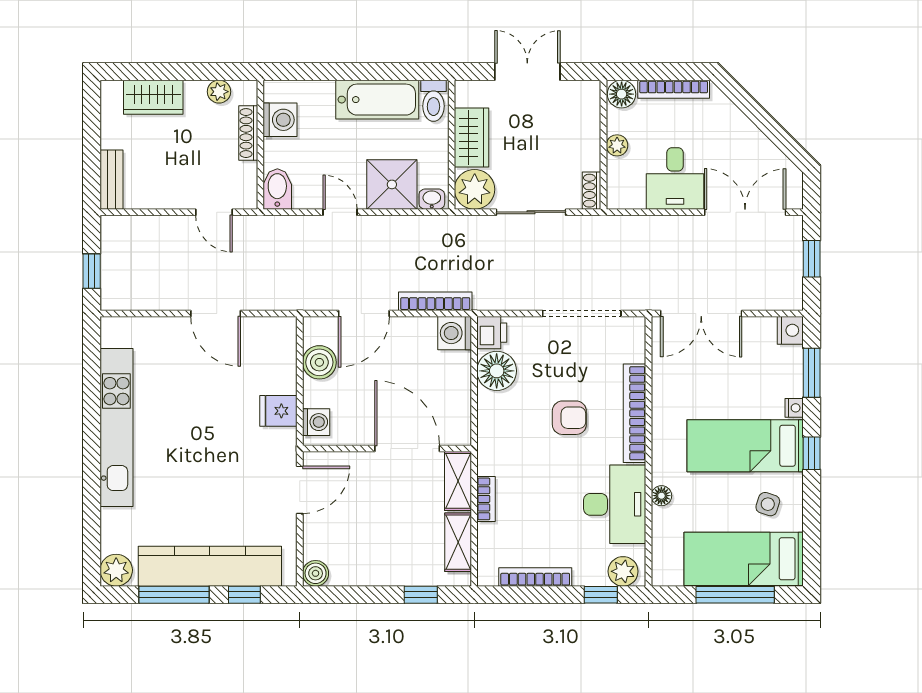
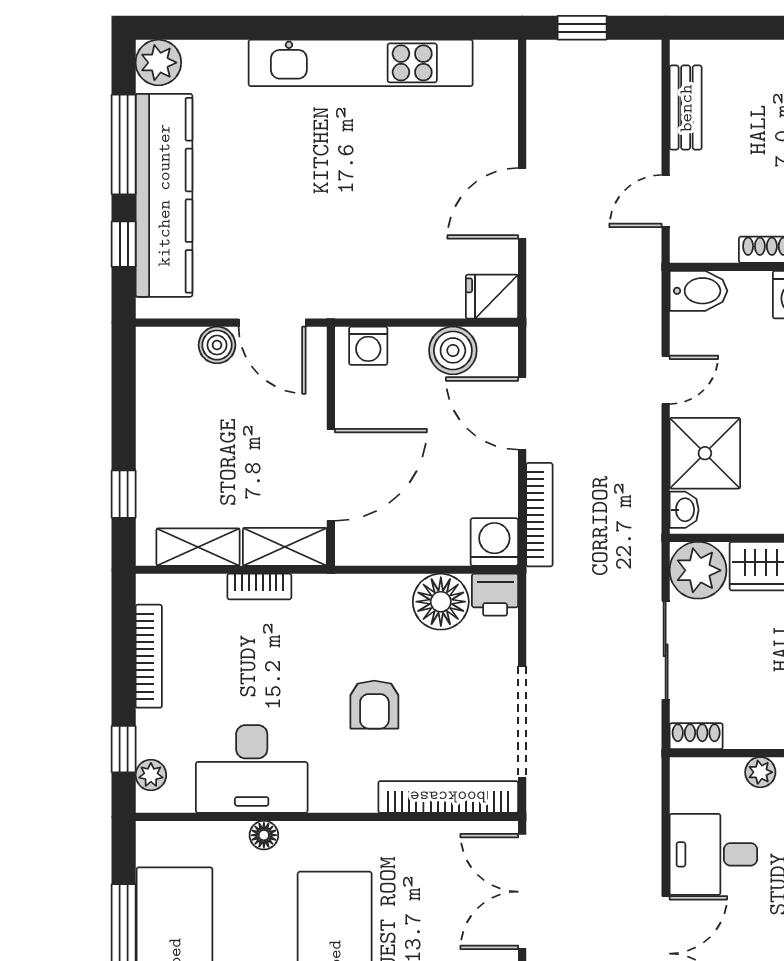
bench: (111, 180) -> (686, 108), moved, turned 90
fridge: (278, 411) -> (492, 297), moved, turned -90
bookcase: (634, 413) -> (448, 797), moved
plant: (623, 571) -> (151, 775), width x0.73, depth x0.73
boiler: (316, 573) -> (217, 345), moved

